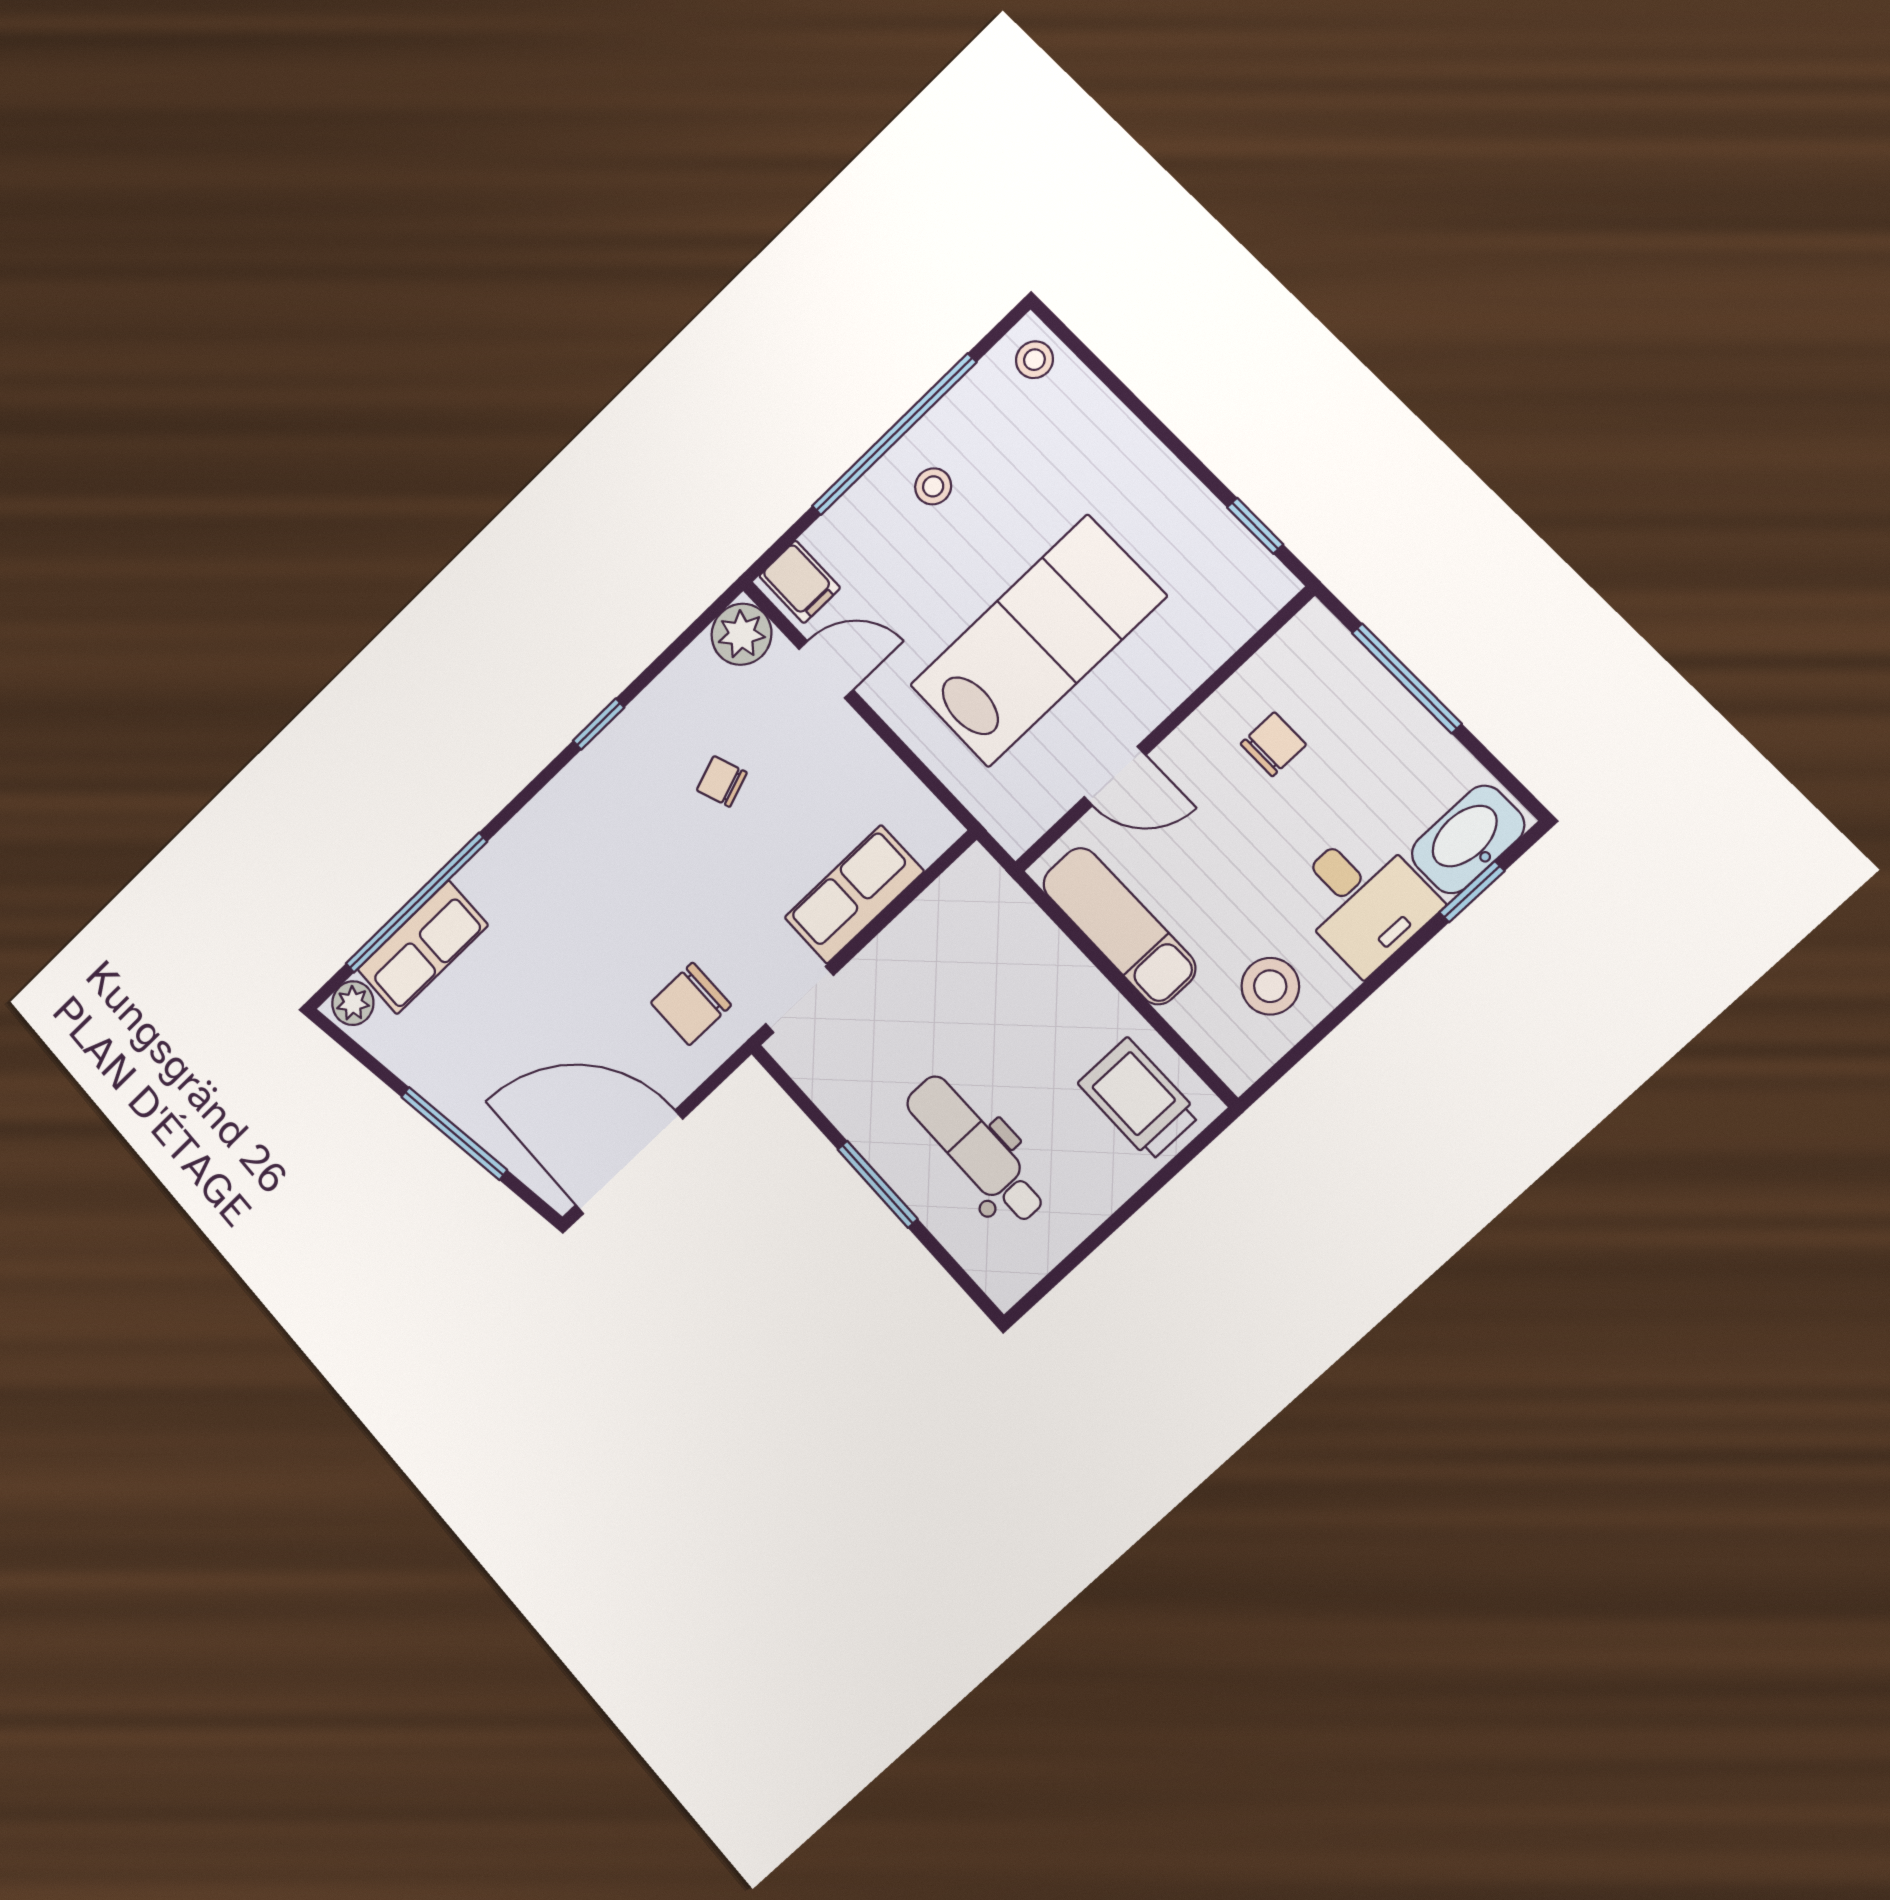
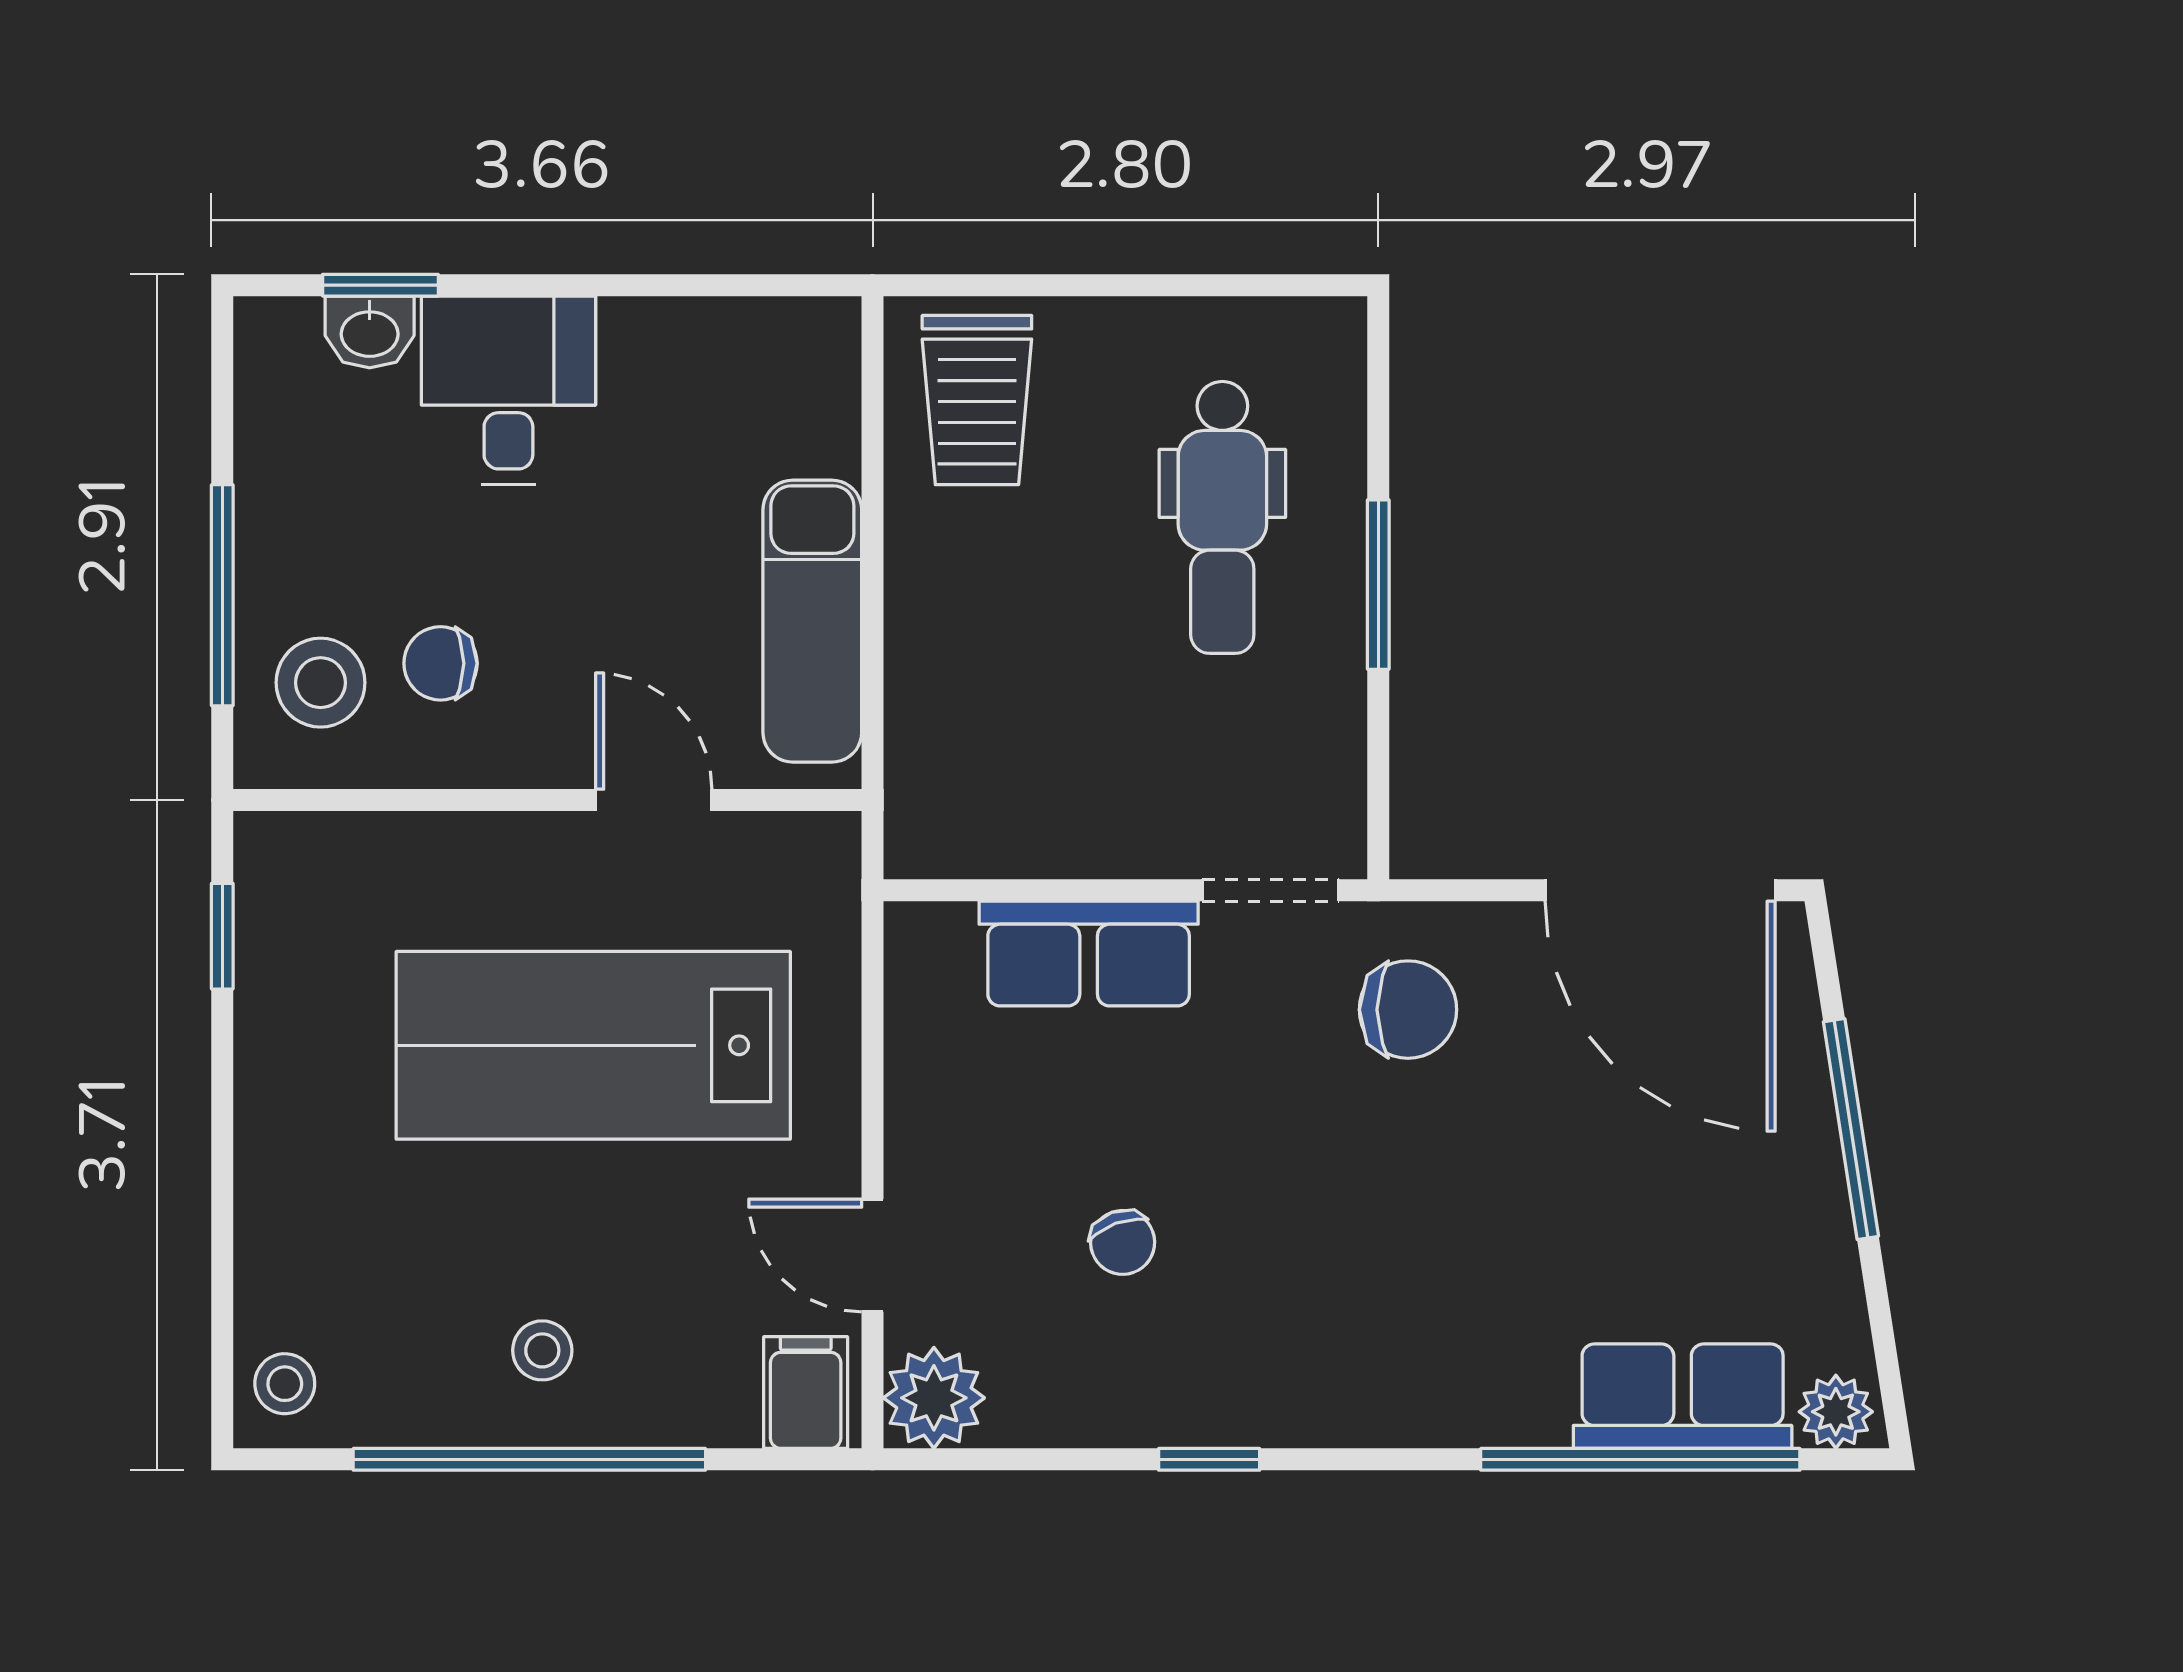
washbasin: (1468, 839) -> (370, 332), width x0.52, depth x0.69
stool: (1270, 986) -> (321, 683), moved

